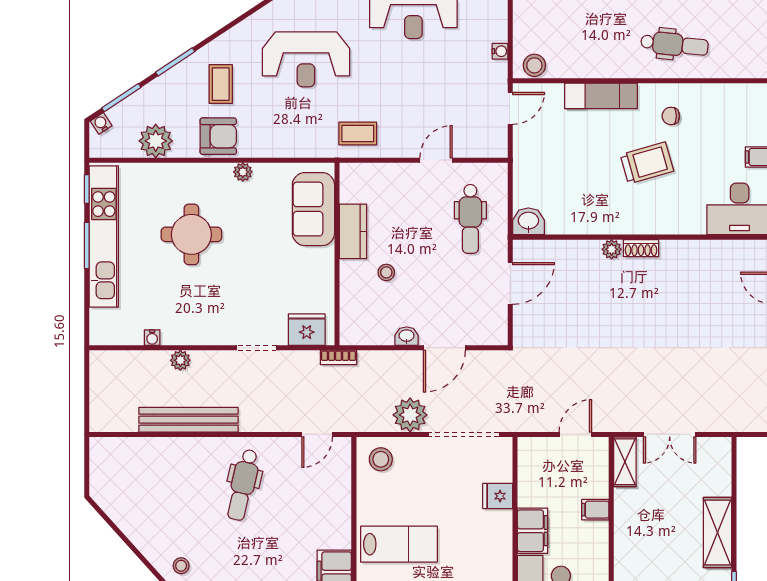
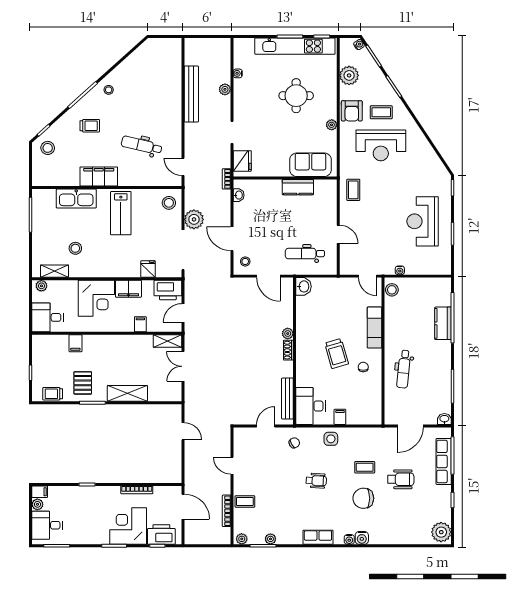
reception desk: (306, 59) -> (381, 145), moved, turned -90
bench: (727, 250) -> (287, 399), added
stool: (386, 272) -> (245, 261), moved
washbasin: (407, 336) -> (239, 195), moved
door: (575, 434) -> (183, 313), swing flipped
printer: (535, 461) -> (168, 290), added
dental chair: (243, 485) -> (142, 145), moved

